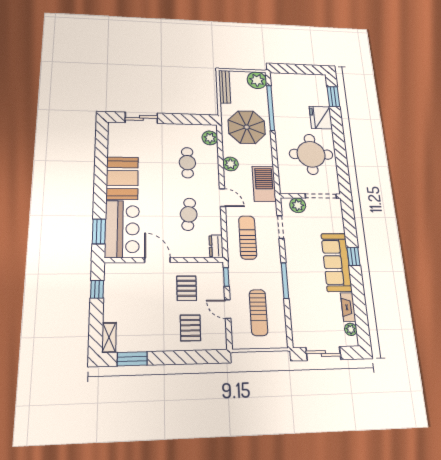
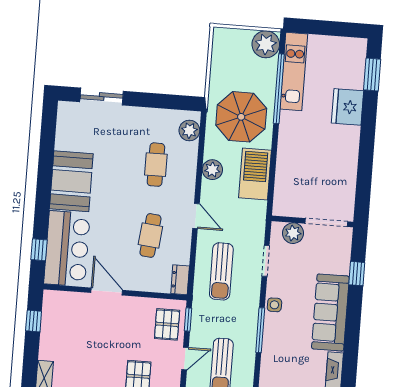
bench: (224, 87) -> (219, 53), removed
kitchen unit: (279, 97) -> (294, 72), added
round table: (311, 154) -> (324, 162), removed
barbecue: (264, 184) -> (255, 174), moved
window: (99, 231) -> (39, 250), width x0.67
sun lounger: (248, 237) -> (221, 271), turned 180
window: (353, 257) -> (357, 274), moved
side table: (293, 260) -> (274, 305), added
pallet: (187, 288) -> (167, 324), moved
door: (228, 309) -> (185, 358), swing flipped

